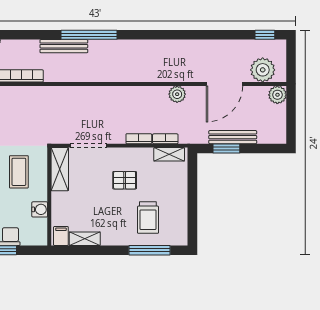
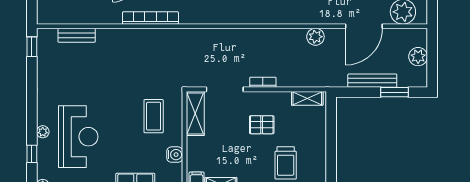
plant: (277, 95) -> (418, 57), moved
bookcase: (139, 139) -> (263, 82), moved
bookcase: (165, 139) -> (303, 82), removed
window: (226, 148) -> (394, 92), moved

